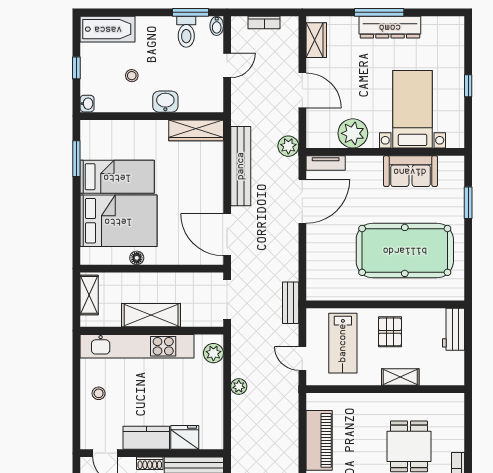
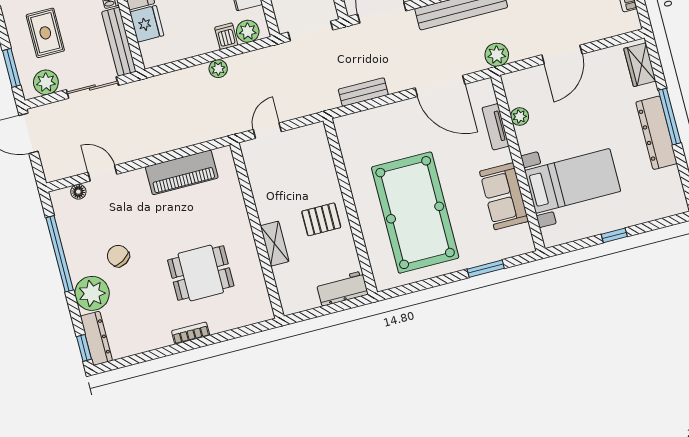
wardrobe: (316, 40) -> (640, 65), moved, turned 90
plant: (353, 133) -> (520, 117), width x0.53, depth x0.53
tv unit: (326, 163) -> (496, 127), moved
bench: (291, 303) -> (363, 92), moved
lab bench: (343, 343) -> (296, 171), removed
dishwasher: (213, 373) -> (226, 36), added

